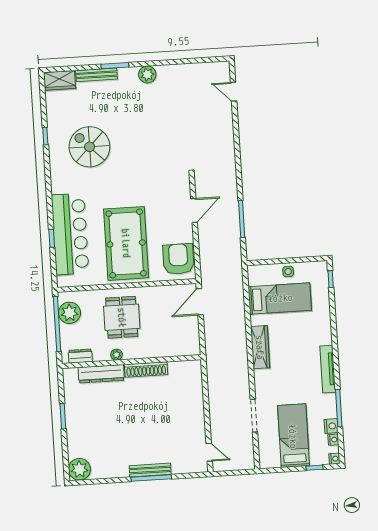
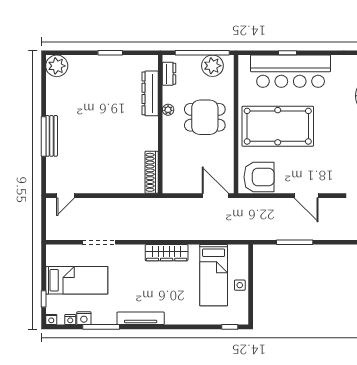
shoe rack: (146, 369) -> (152, 172), moved

